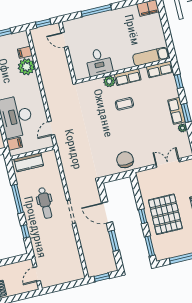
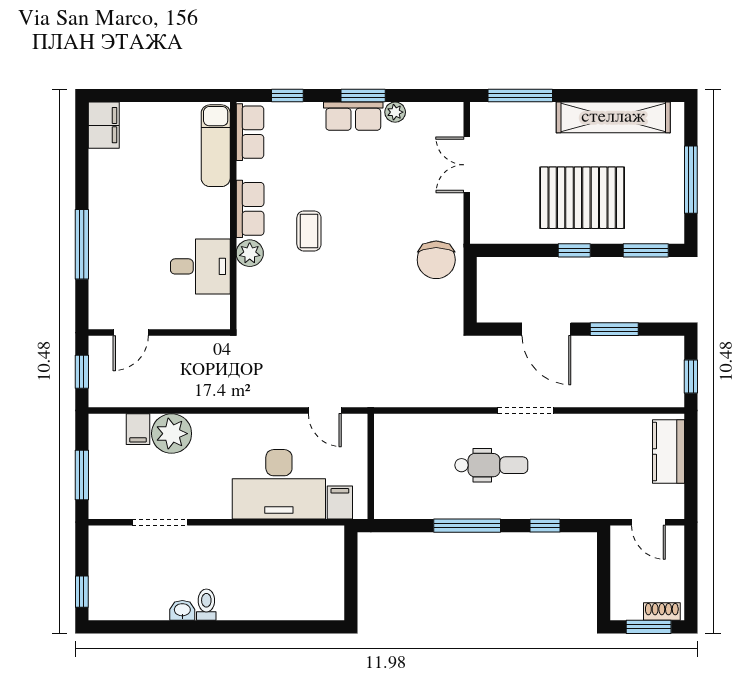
chair: (125, 160) -> (436, 260), turned -90
kitchen counter: (29, 162) -> (668, 451), moved, turned 180
door: (107, 212) -> (546, 329), hinge flipped

